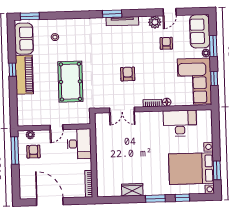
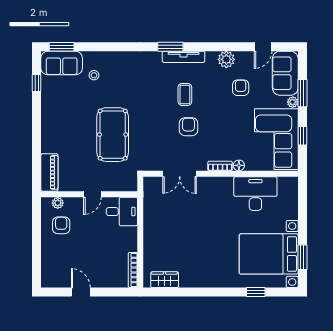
door: (170, 12) -> (263, 47), moved
sofa: (24, 39) -> (62, 63), moved, turned 90
coffee table: (124, 50) -> (185, 94), added
window: (12, 70) -> (37, 83), moved
piano: (24, 75) -> (49, 172), moved, width x0.73, depth x0.75
desk: (79, 144) -> (122, 212), width x0.73
window: (15, 150) -> (37, 223), removed
wardrobe: (132, 190) -> (165, 280), moved
window: (155, 199) -> (220, 292), removed
door: (50, 202) -> (81, 292), width x0.53

